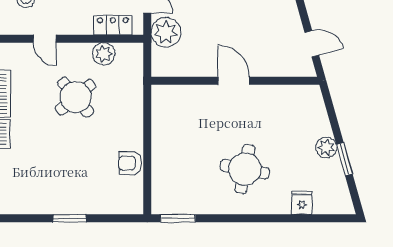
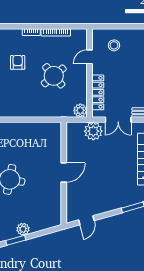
locker: (113, 25) -> (98, 92), width x1.53
plant: (104, 54) -> (80, 110), moved
armchair: (130, 163) -> (18, 62), moved

